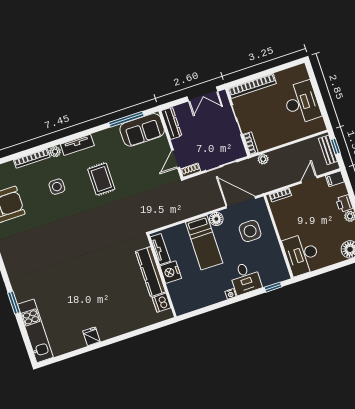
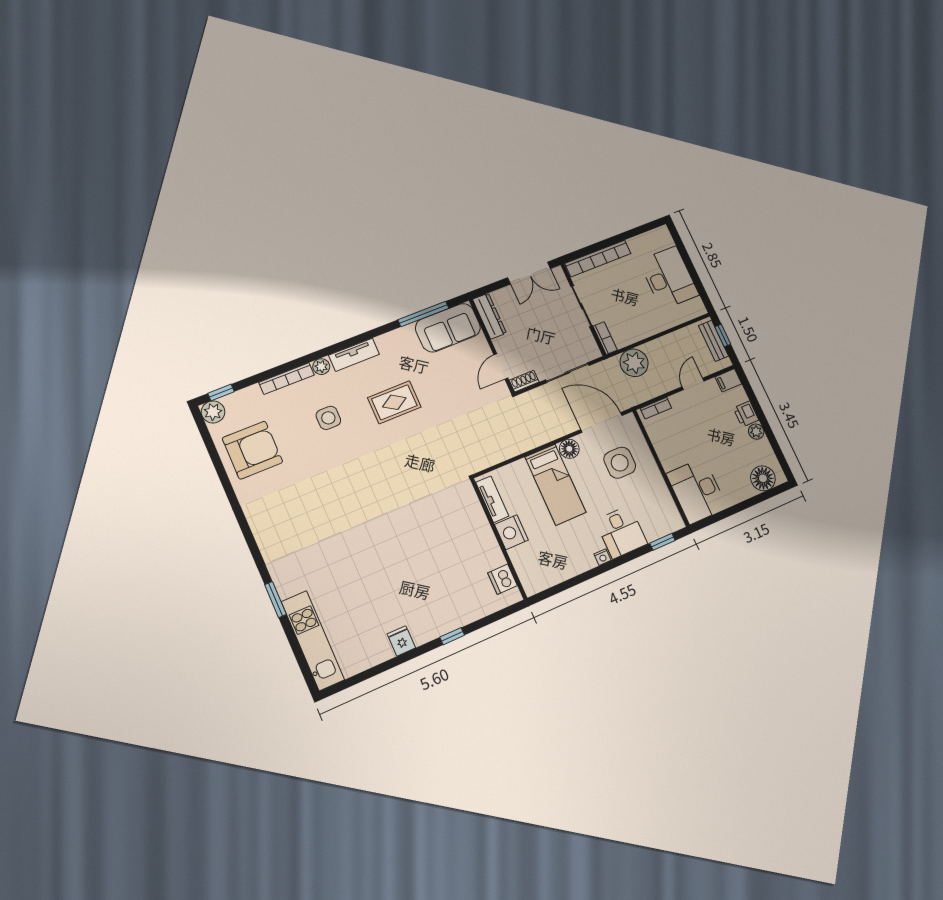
plant: (263, 159) -> (634, 363), width x1.88, depth x1.88
rug: (101, 179) -> (394, 402), turned 90
kitchen counter: (151, 272) -> (481, 534), removed
window: (125, 336) -> (452, 636), added

